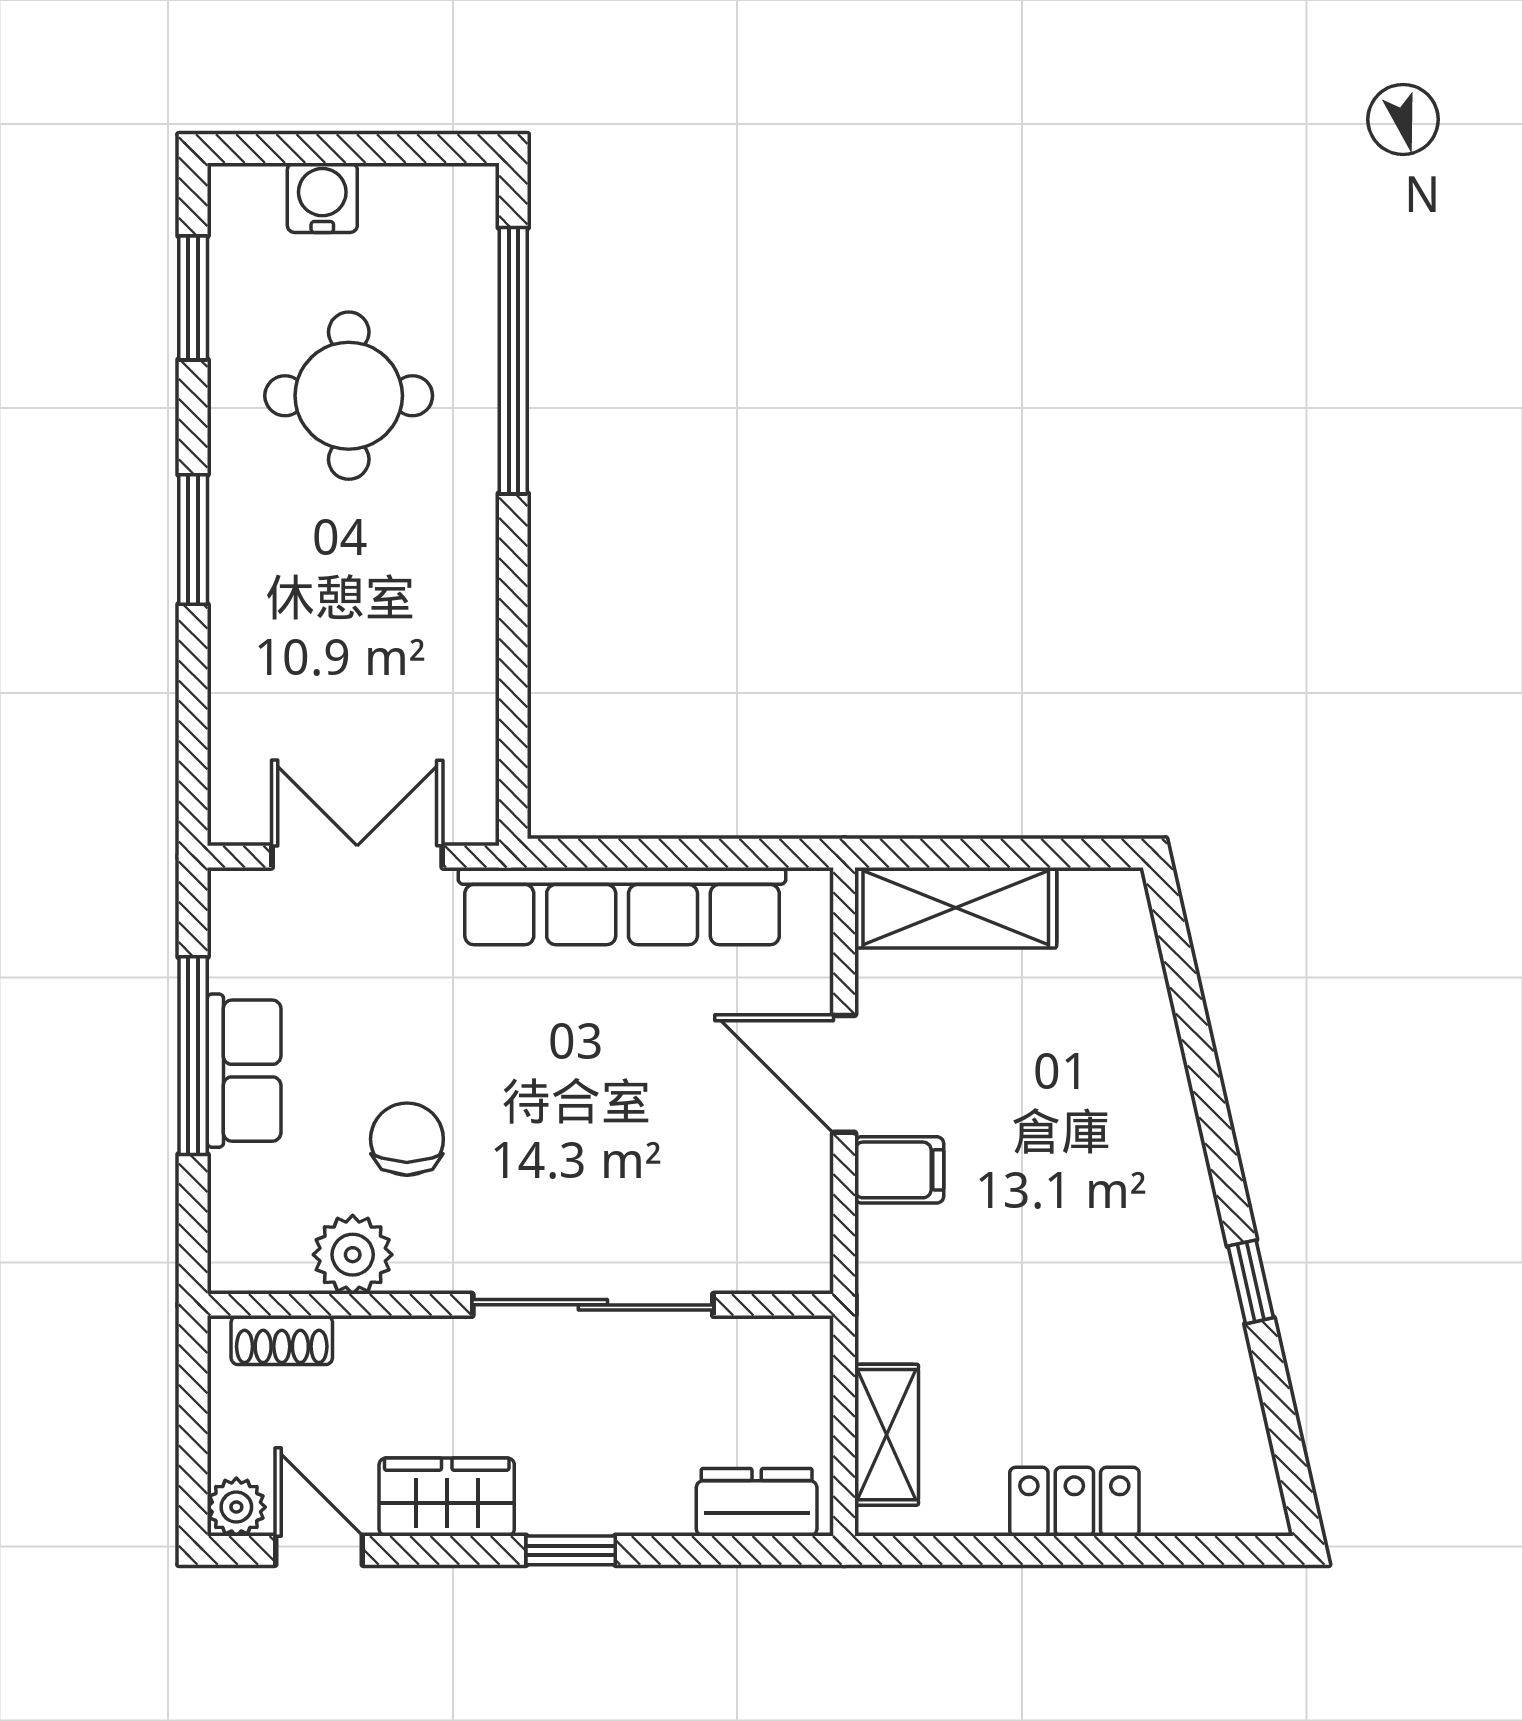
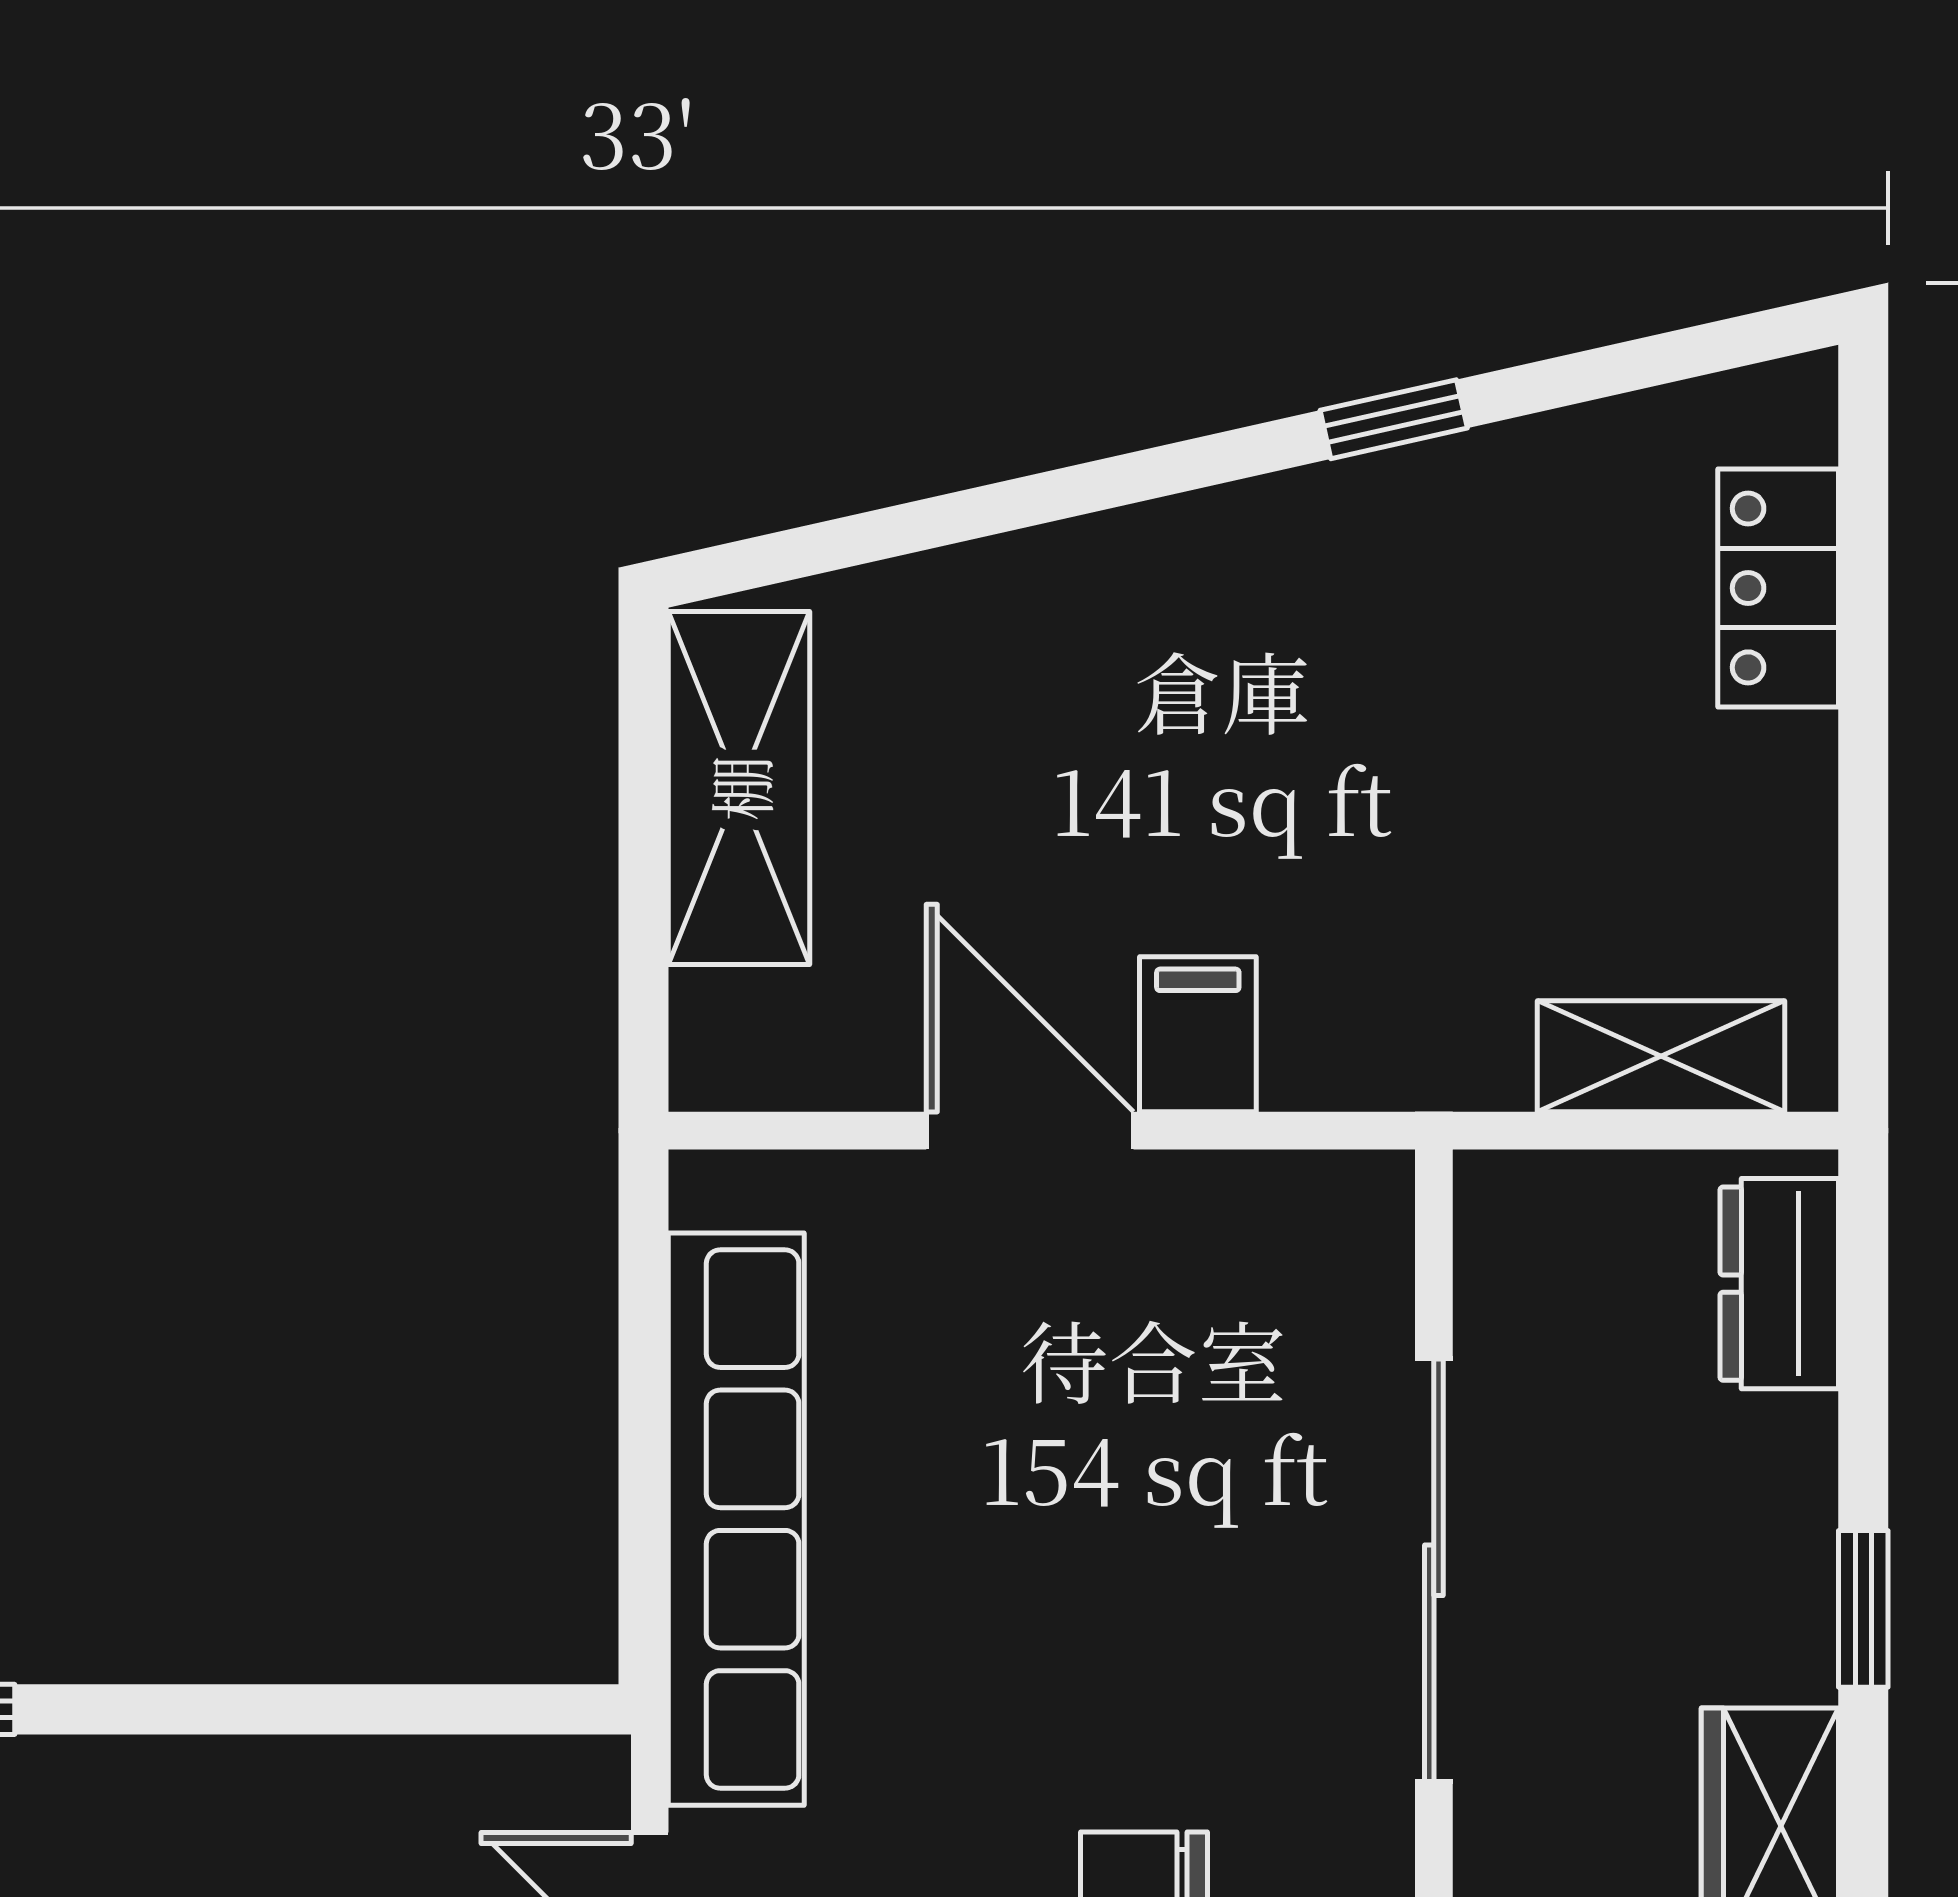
shelving: (956, 908) -> (739, 788), moved
door: (844, 1074) -> (1030, 1131), swing flipped
locker: (1074, 1502) -> (1778, 588), moved

